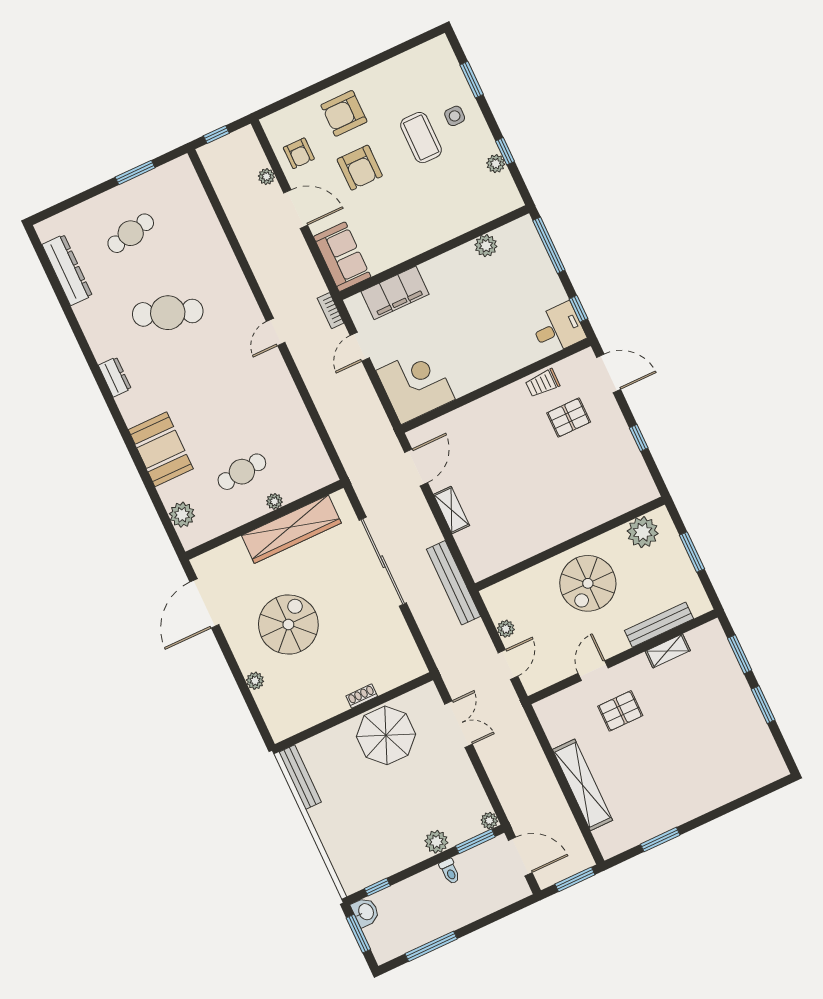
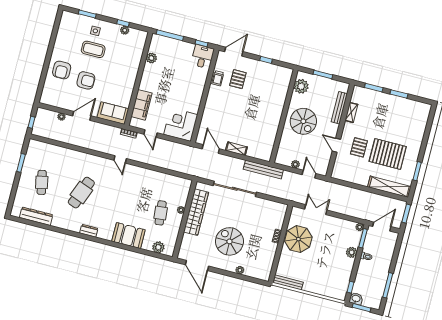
armchair: (299, 153) -> (63, 98), removed
pallet: (648, 767) -> (388, 154), added
shelving: (582, 785) -> (389, 187), moved

